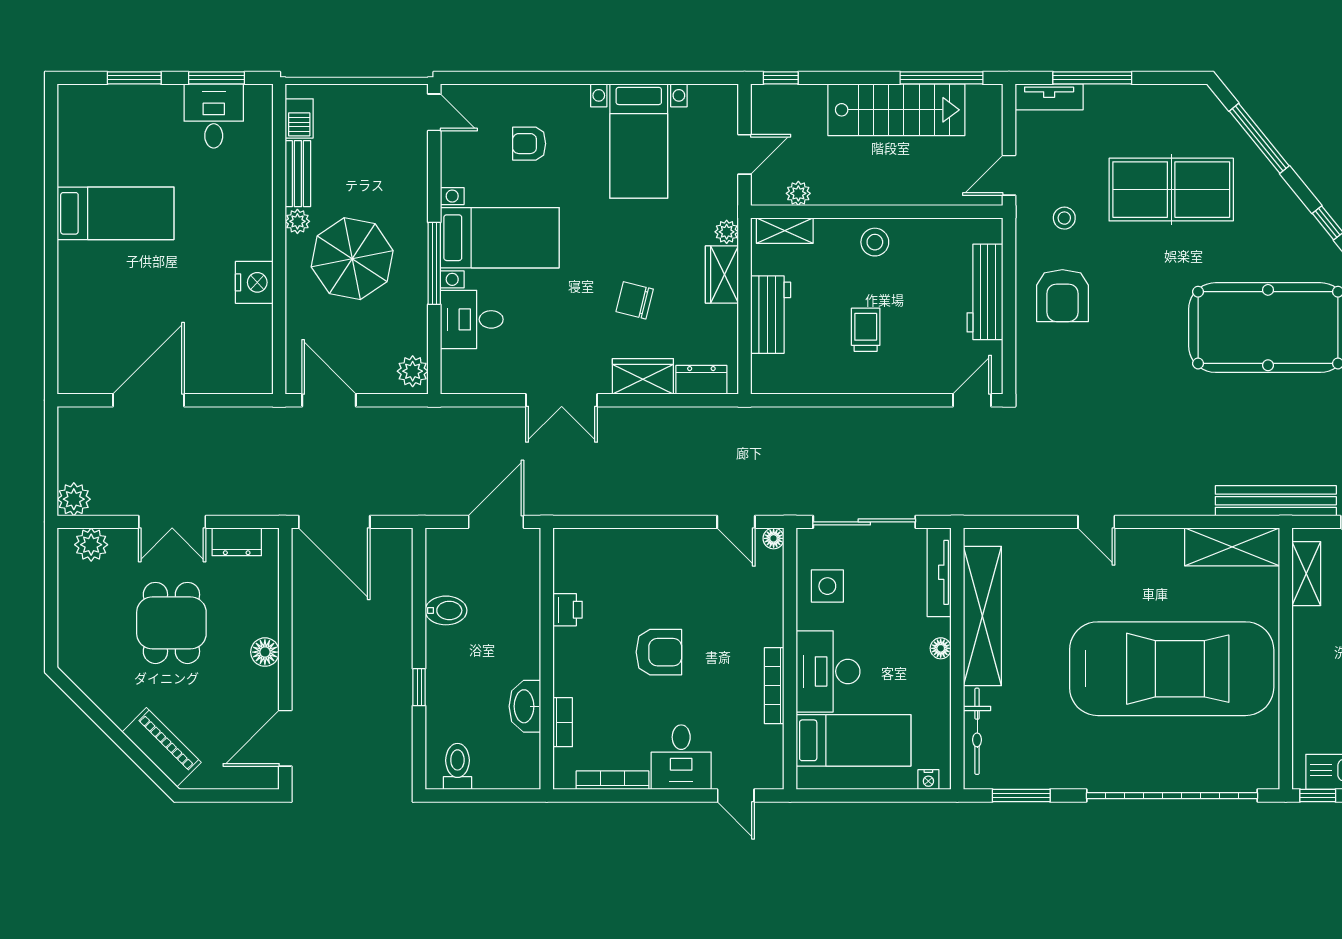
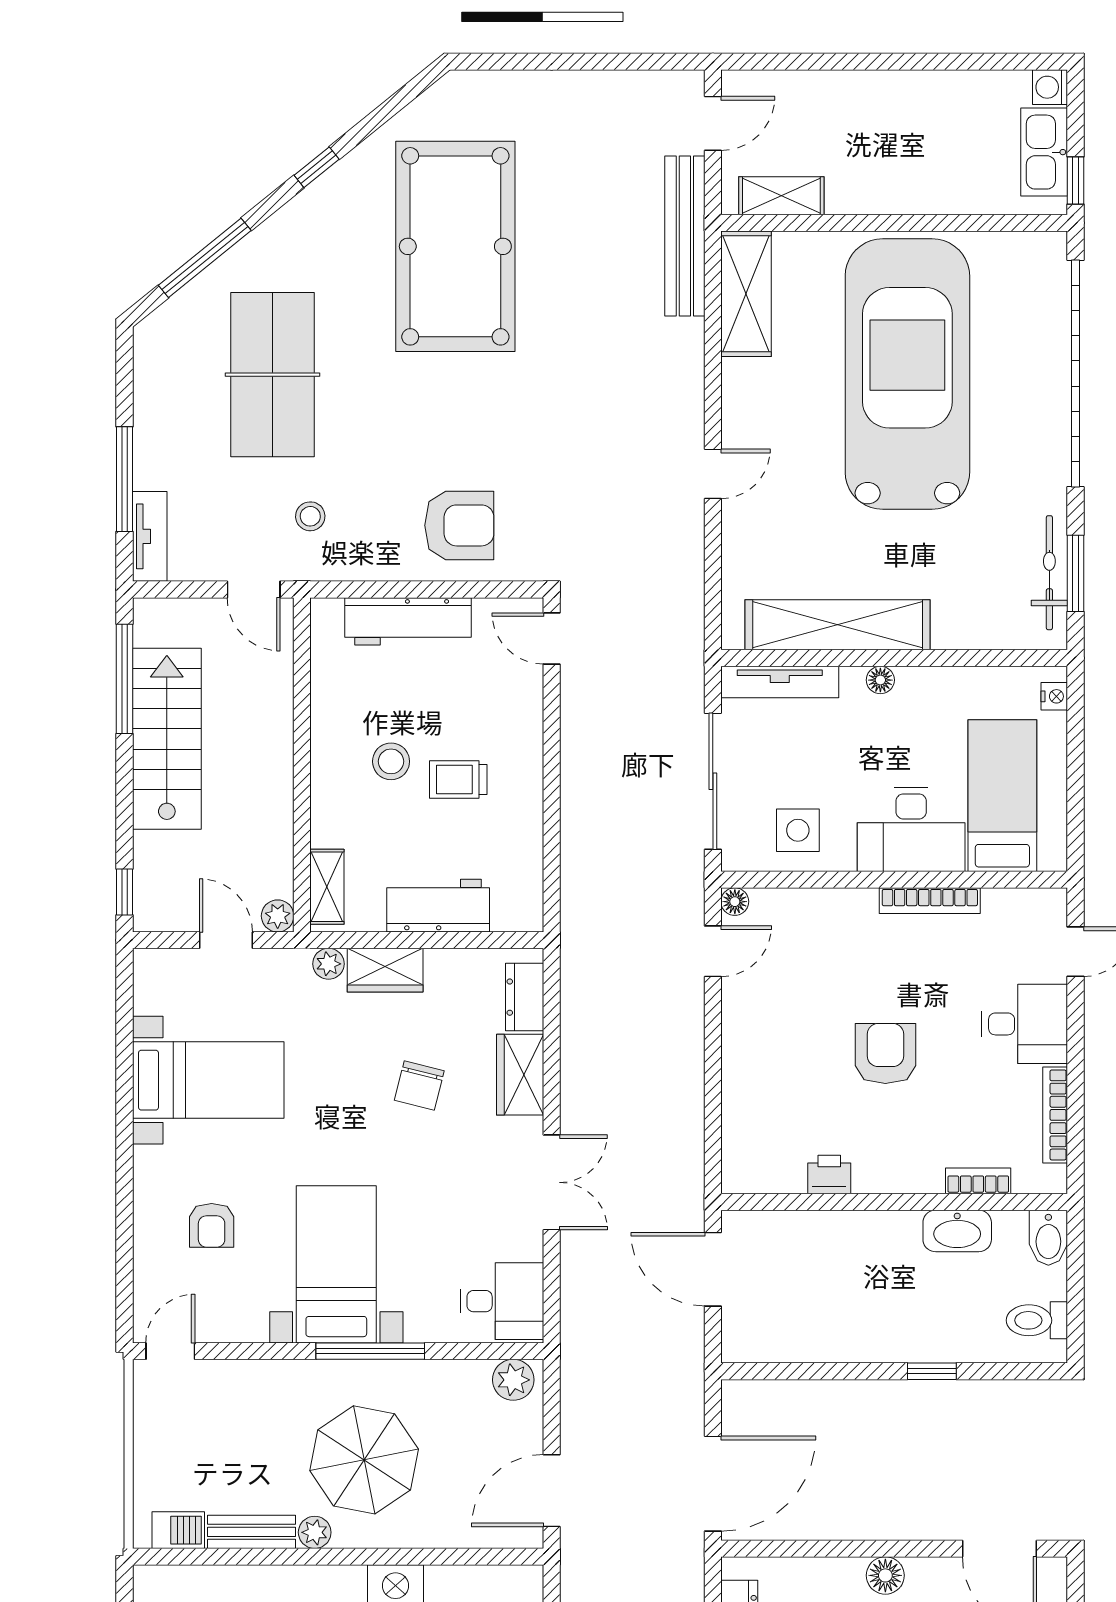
plant: (798, 193) -> (278, 916), moved
stool: (875, 242) -> (391, 761), moved
armchair: (1062, 296) -> (459, 525), moved
desk: (472, 319) -> (502, 1301), moved, turned -90
bidet: (446, 610) -> (1048, 1238), moved, turned 180
bicycle: (977, 731) -> (1049, 573), moved, turned -90

